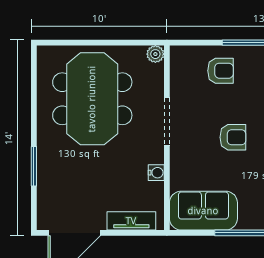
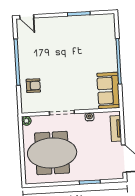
armchair: (220, 71) -> (33, 86), turned 90
armchair: (233, 137) -> (68, 77), removed

